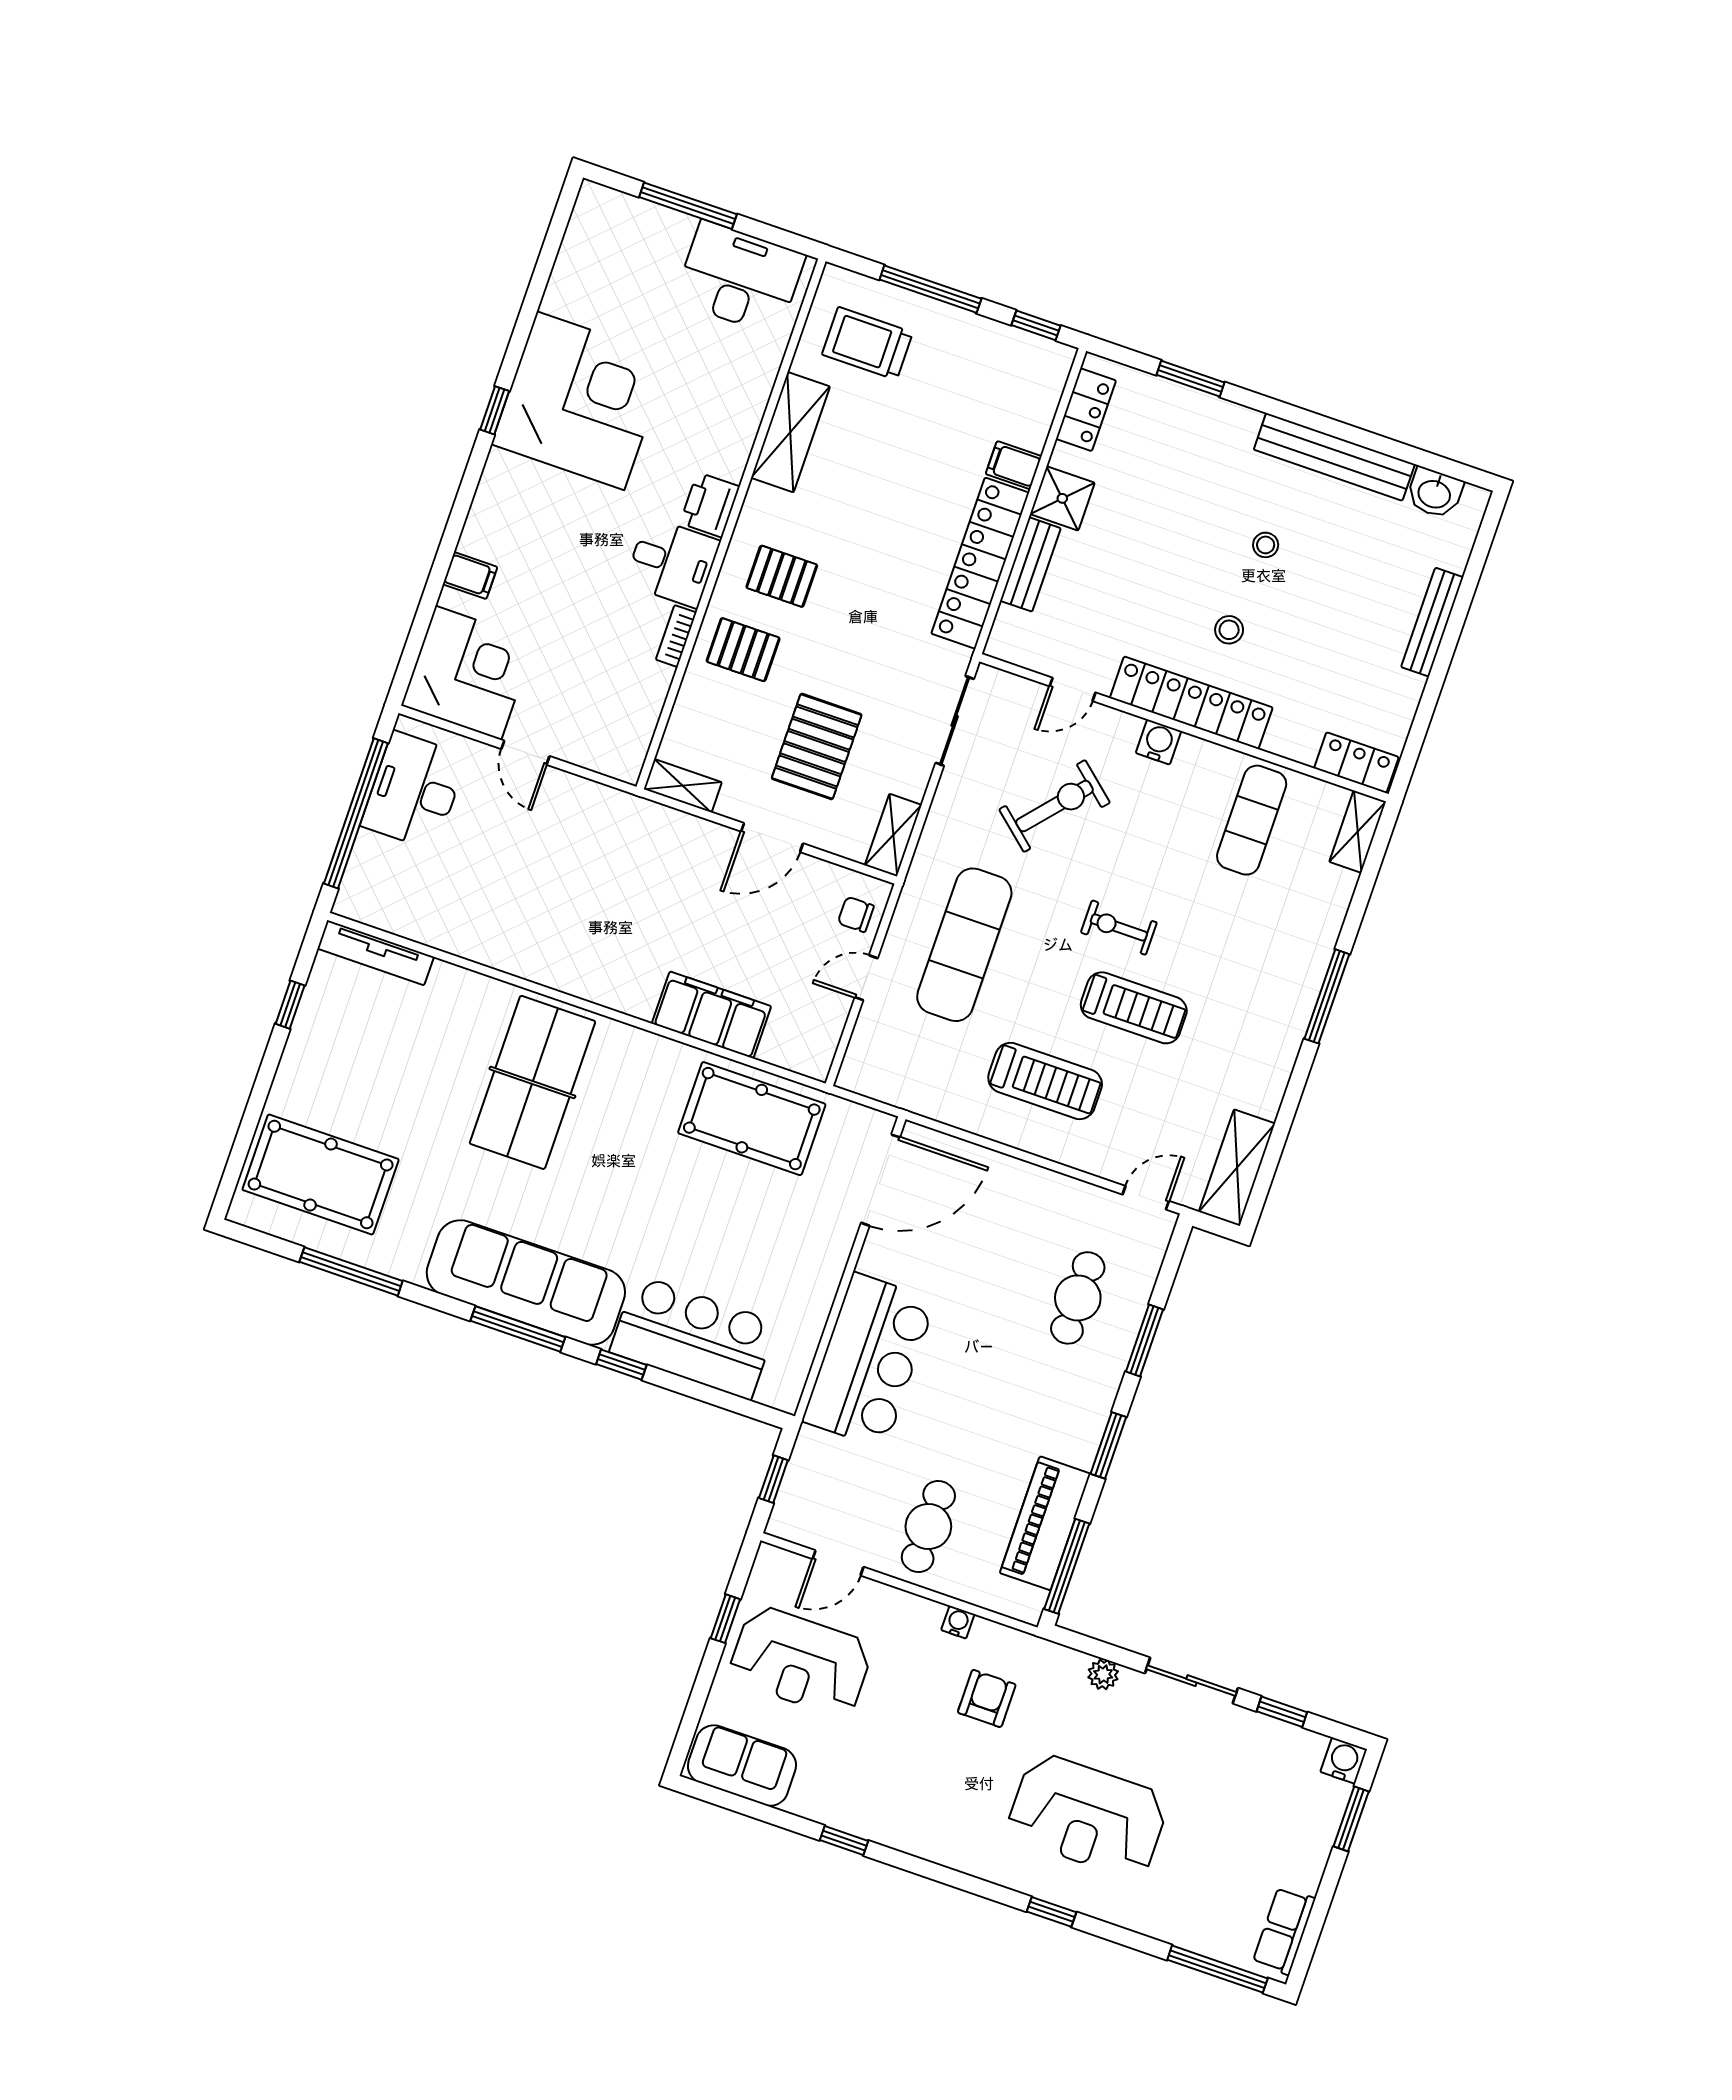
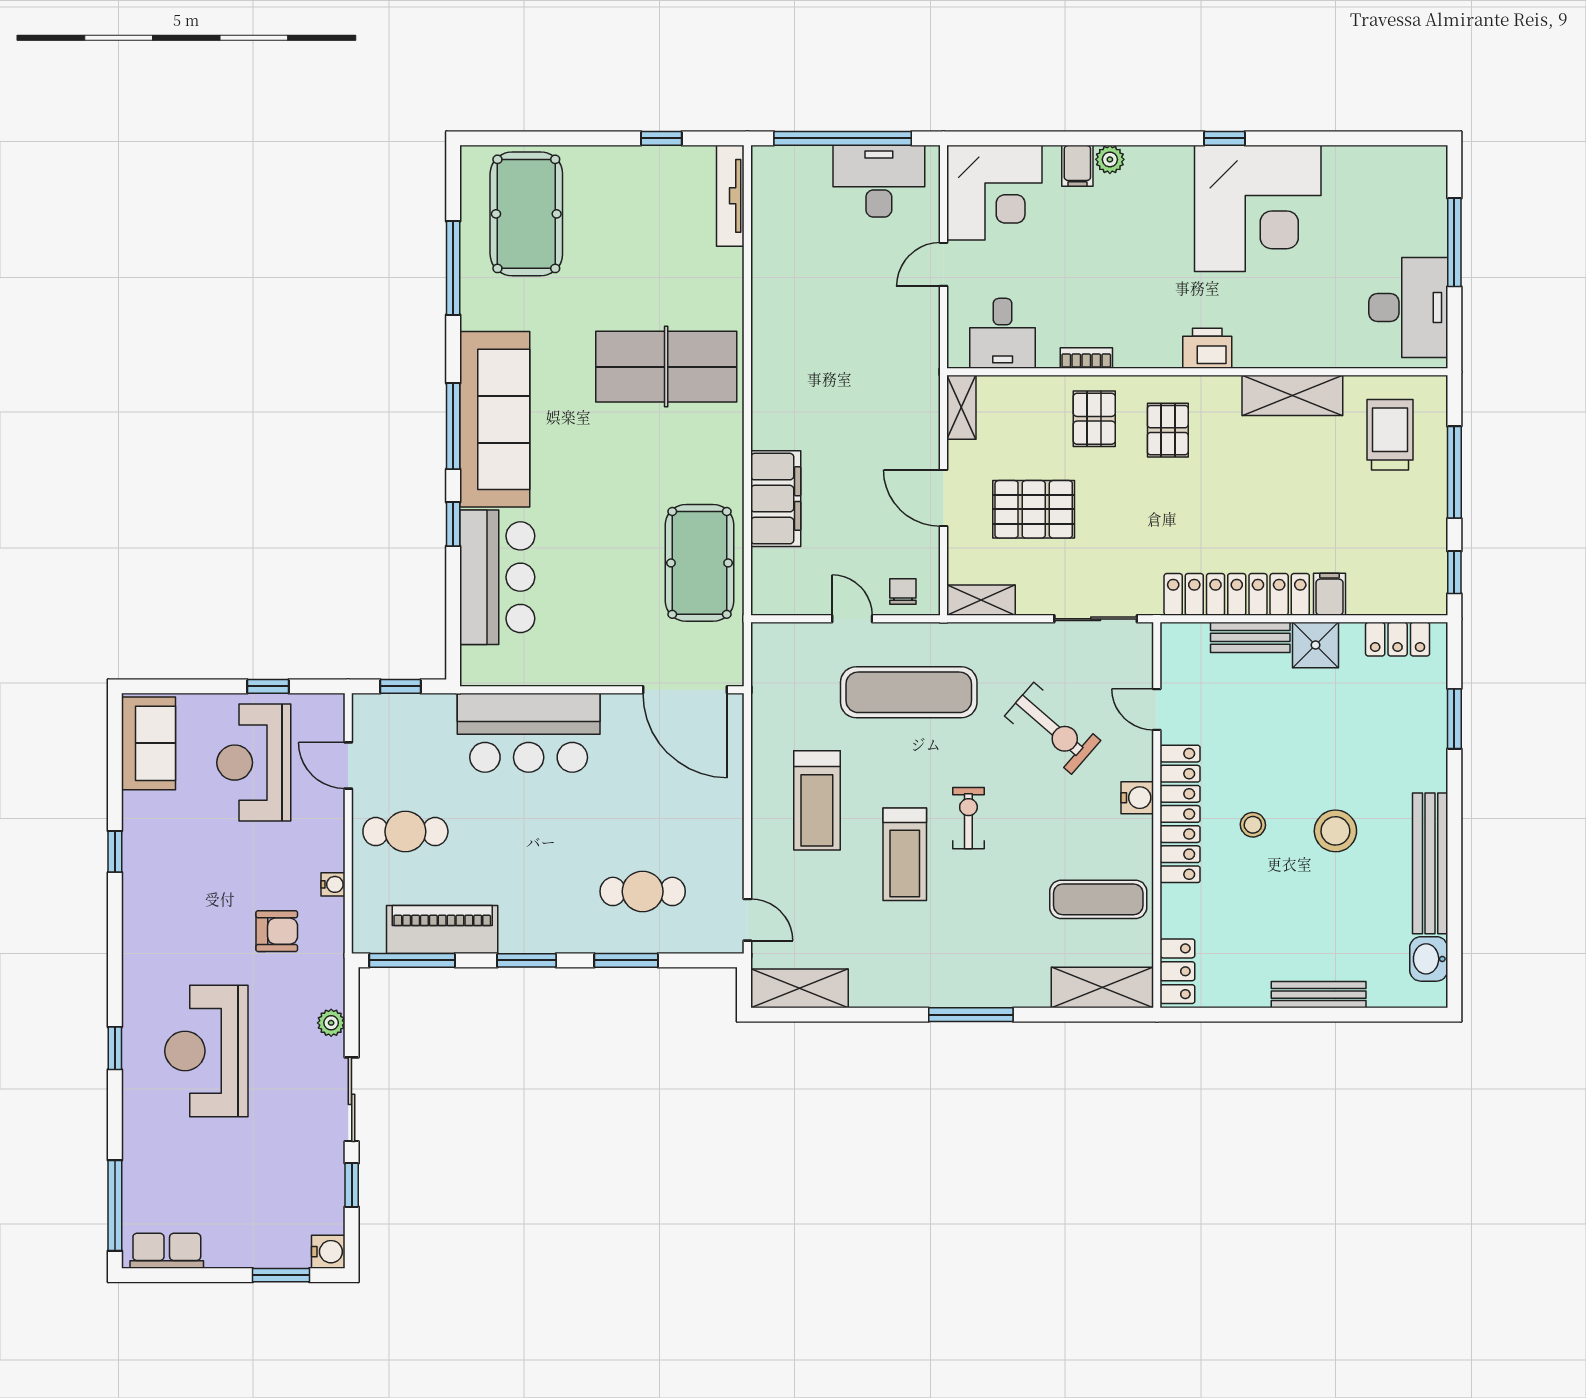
plant: (475, 539) -> (1110, 159), added
stool: (1266, 545) -> (1335, 831), width x1.89, depth x1.89
desk: (672, 562) -> (1003, 333), moved
shelving: (1358, 832) -> (1102, 987), width x1.50, depth x1.33

